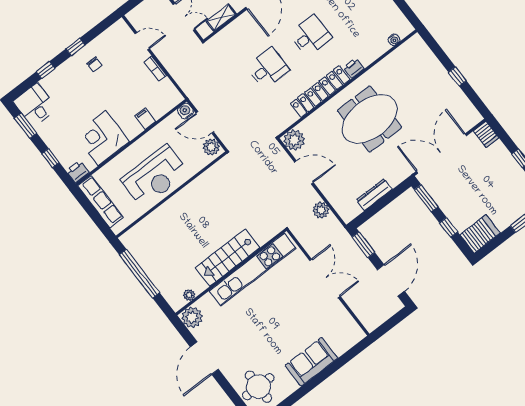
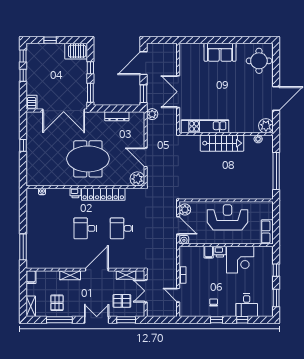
desk: (35, 105) -> (247, 305), moved
printer: (78, 172) -> (220, 252), moved
row of seats: (100, 202) -> (267, 232), width x0.68
plant: (321, 210) -> (152, 114), moved
kitchen unit: (253, 270) -> (205, 126), width x0.73

